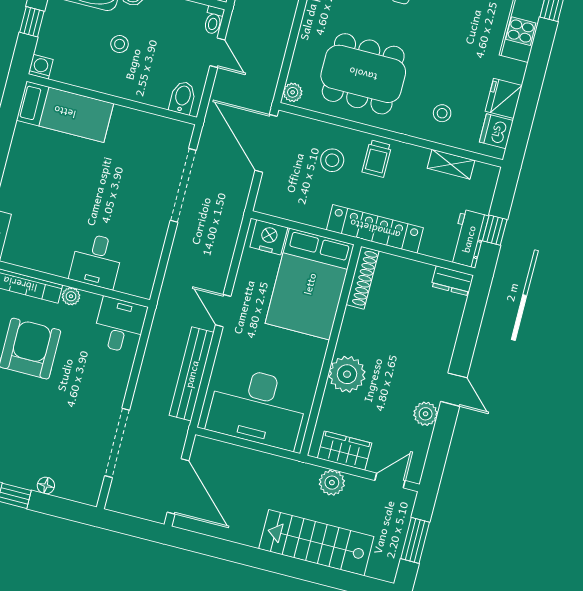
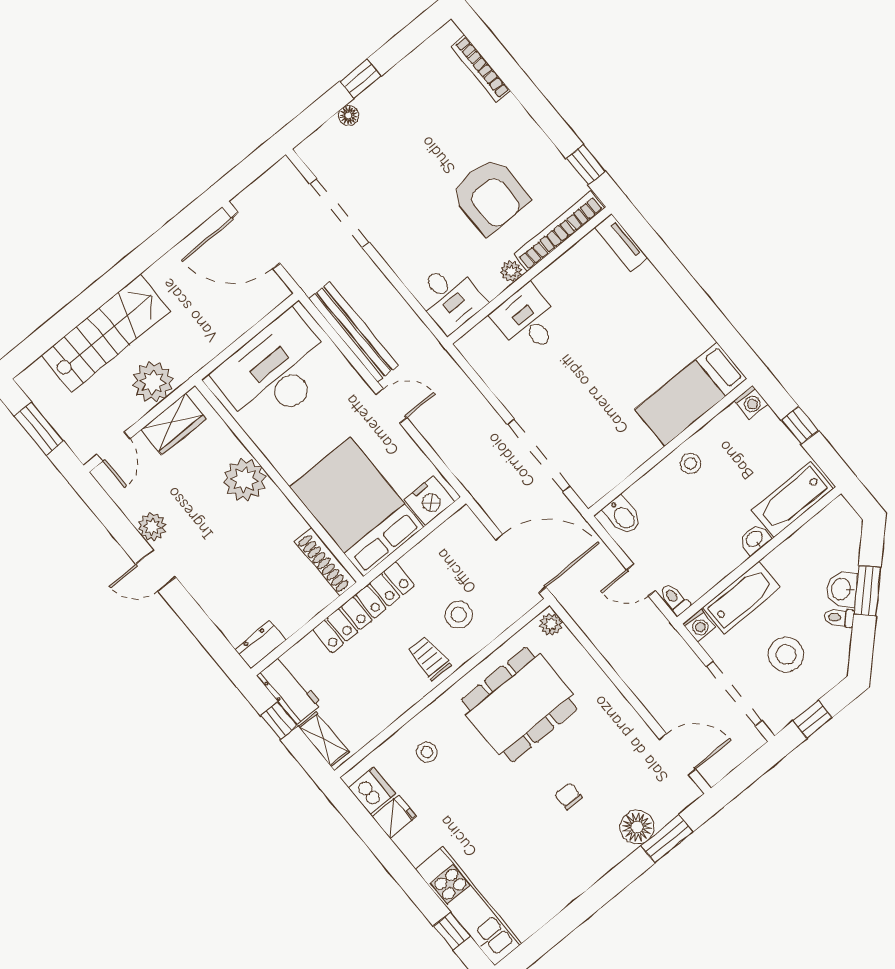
stool: (120, 44) -> (691, 464), moved
fridge: (504, 98) -> (394, 817), width x0.72
shelving: (451, 164) -> (324, 739), moved, turned 90
plant: (332, 483) -> (153, 382), width x1.36, depth x1.36

